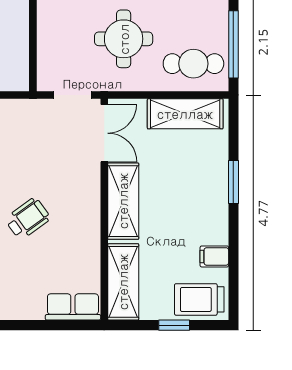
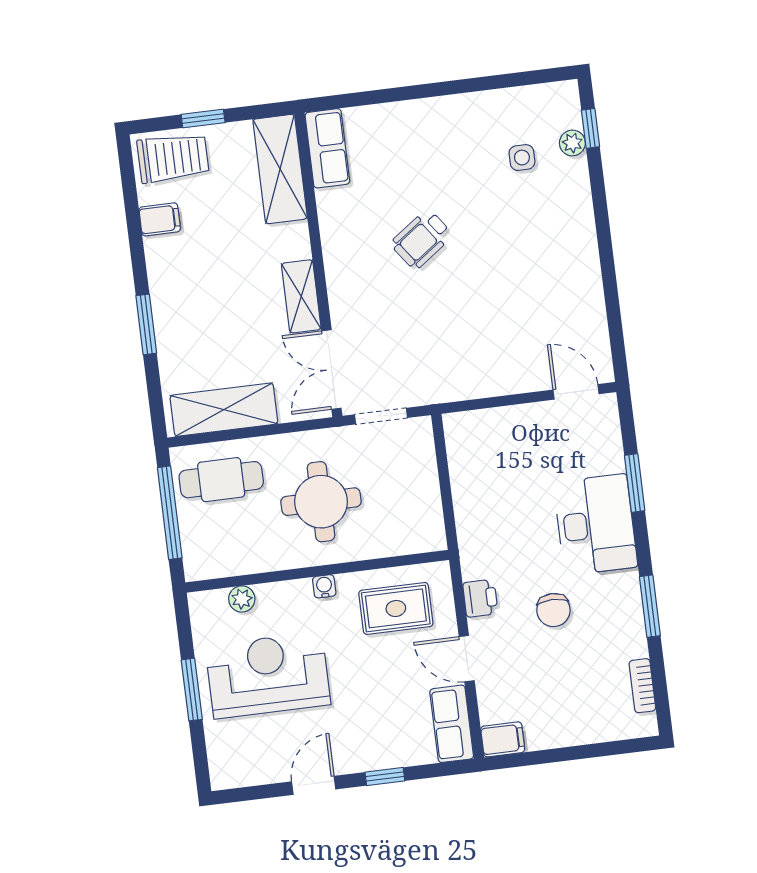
shelving: (123, 201) -> (301, 296), width x0.67, depth x0.75
row of seats: (73, 307) -> (327, 148), moved, turned -90

